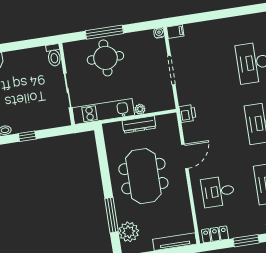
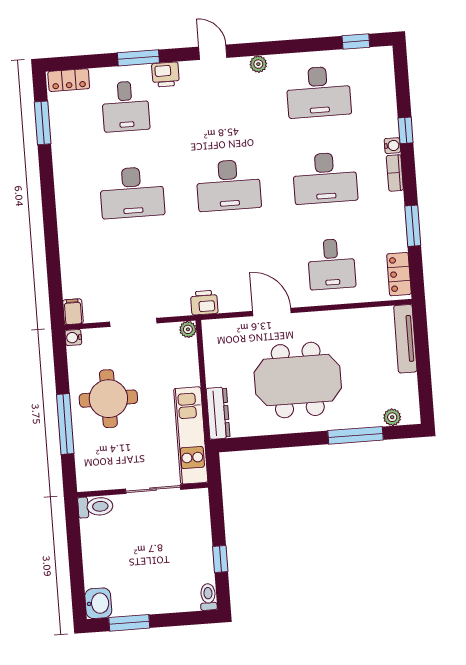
round table: (105, 58) -> (108, 399), moved
plant: (140, 109) -> (188, 329), moved
dresser: (139, 124) -> (218, 413), moved
plant: (129, 232) -> (392, 417), width x0.53, depth x0.53

